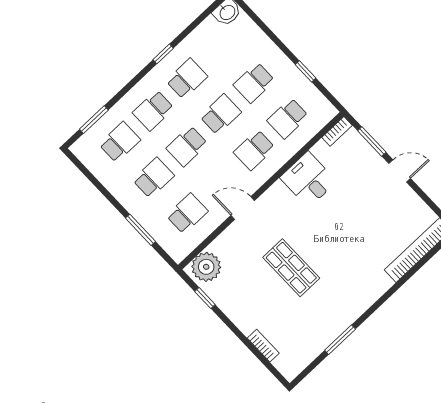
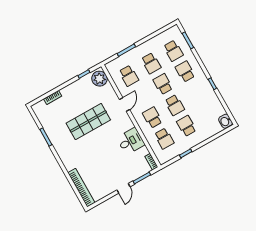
school desk: (187, 79) -> (197, 93), removed
school desk: (288, 118) -> (164, 139), turned 180
shop shelf: (291, 268) -> (88, 121), width x1.43, depth x1.36

